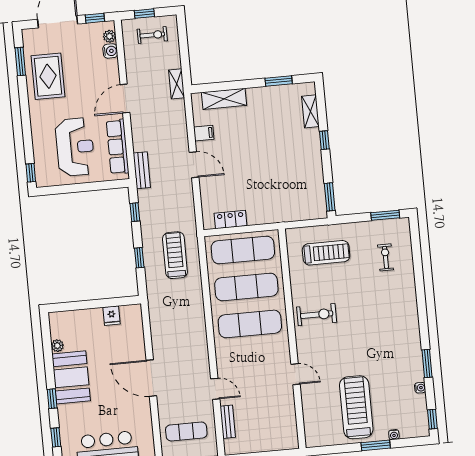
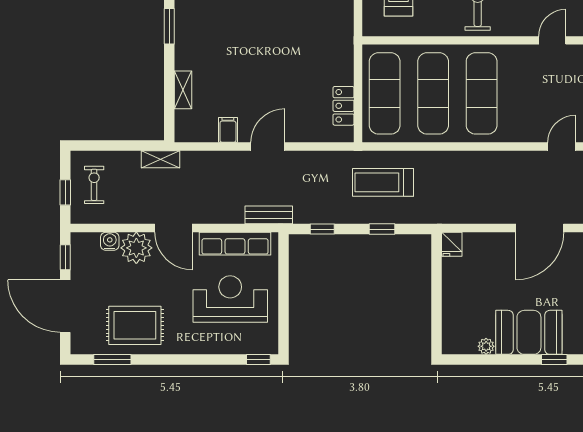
plant: (109, 36) -> (136, 248), moved, width x1.87, depth x1.87
shelving: (224, 99) -> (183, 90), width x0.67, depth x0.75
fridge: (112, 316) -> (452, 244), moved, turned 90

